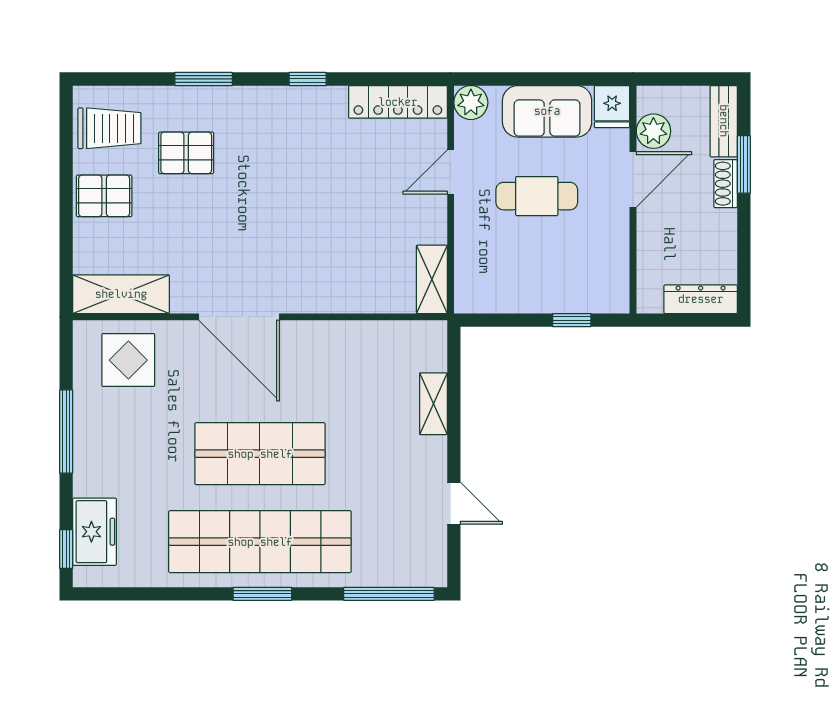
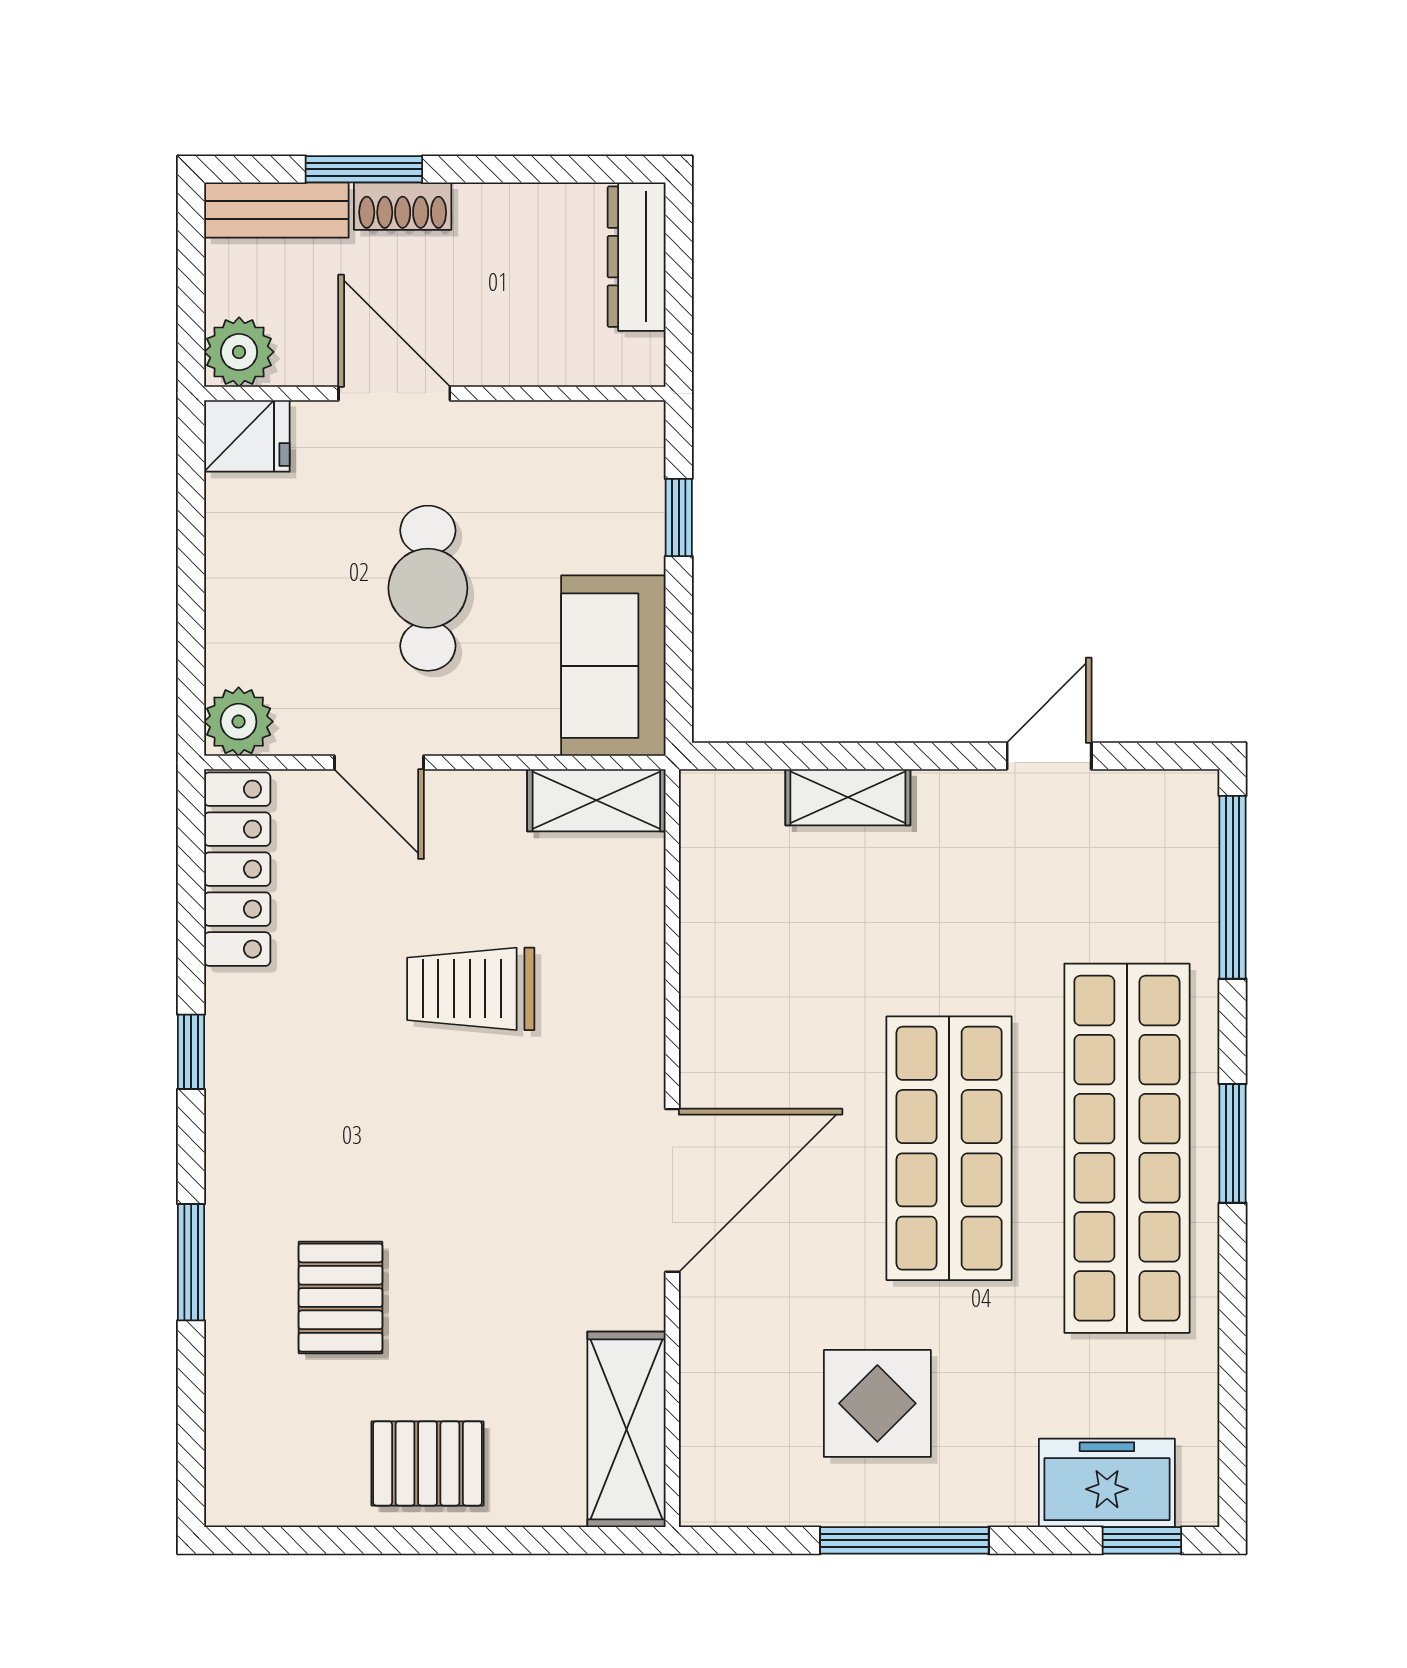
sofa: (547, 111) -> (613, 666), moved, turned 180
trolley: (109, 128) -> (471, 989), moved, turned -90
plant: (653, 131) -> (239, 352), moved
pallet: (104, 196) -> (427, 1463), turned 90
display table: (128, 360) -> (877, 1403), moved

